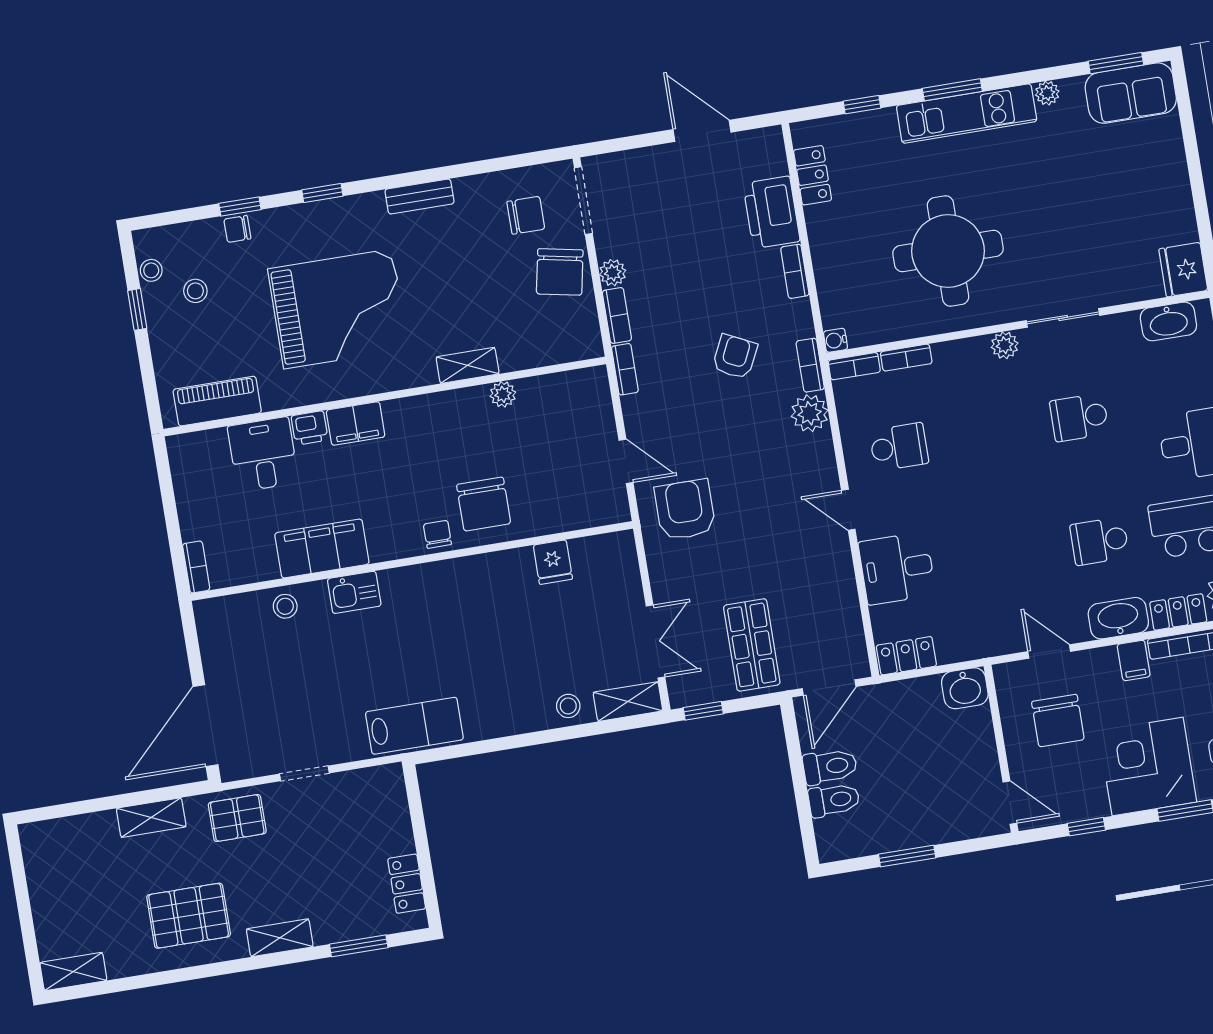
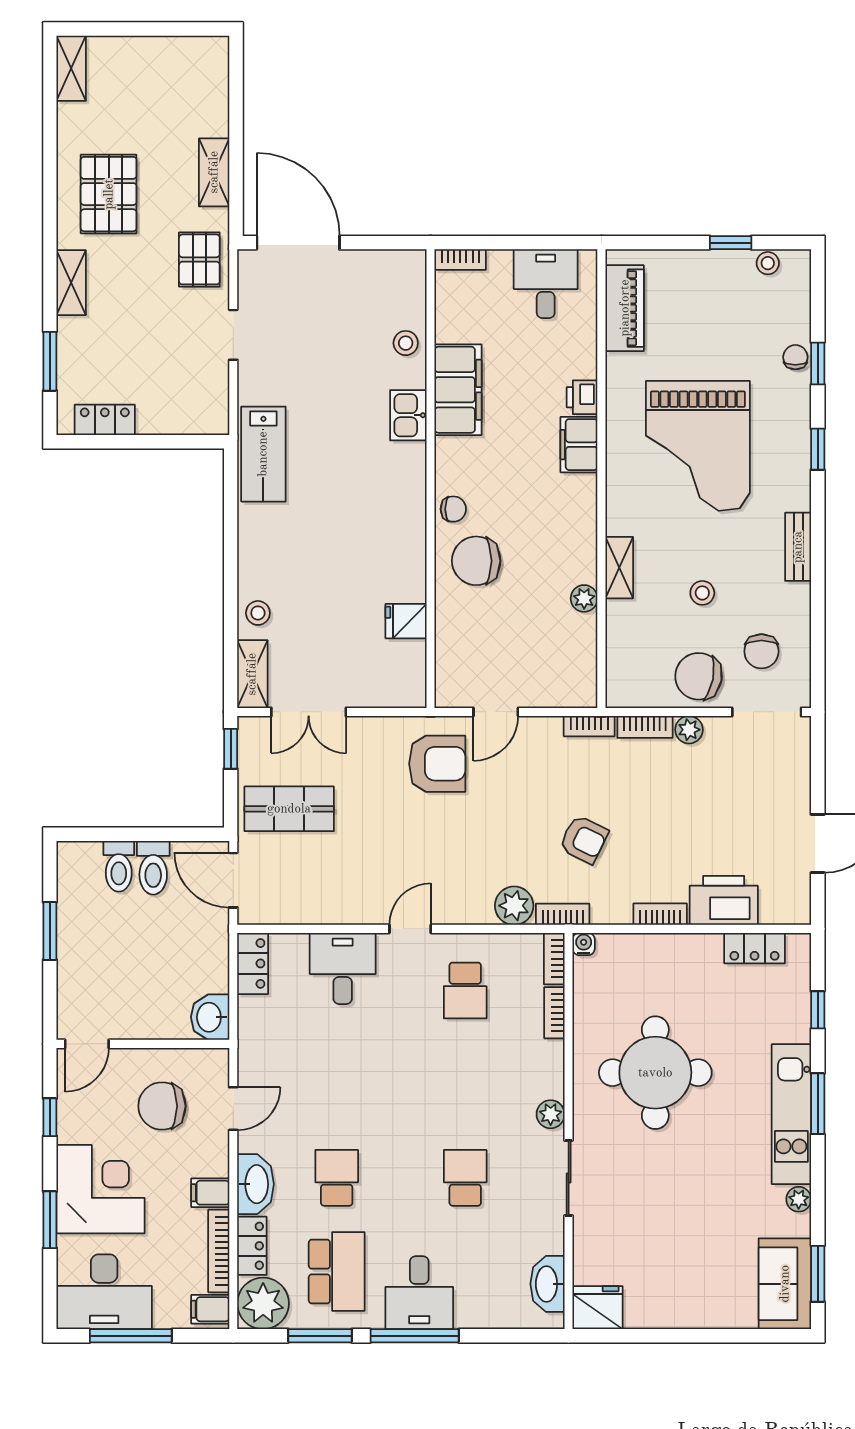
stool: (195, 291) -> (702, 593), moved
desk: (263, 454) -> (546, 284), moved, turned -90

